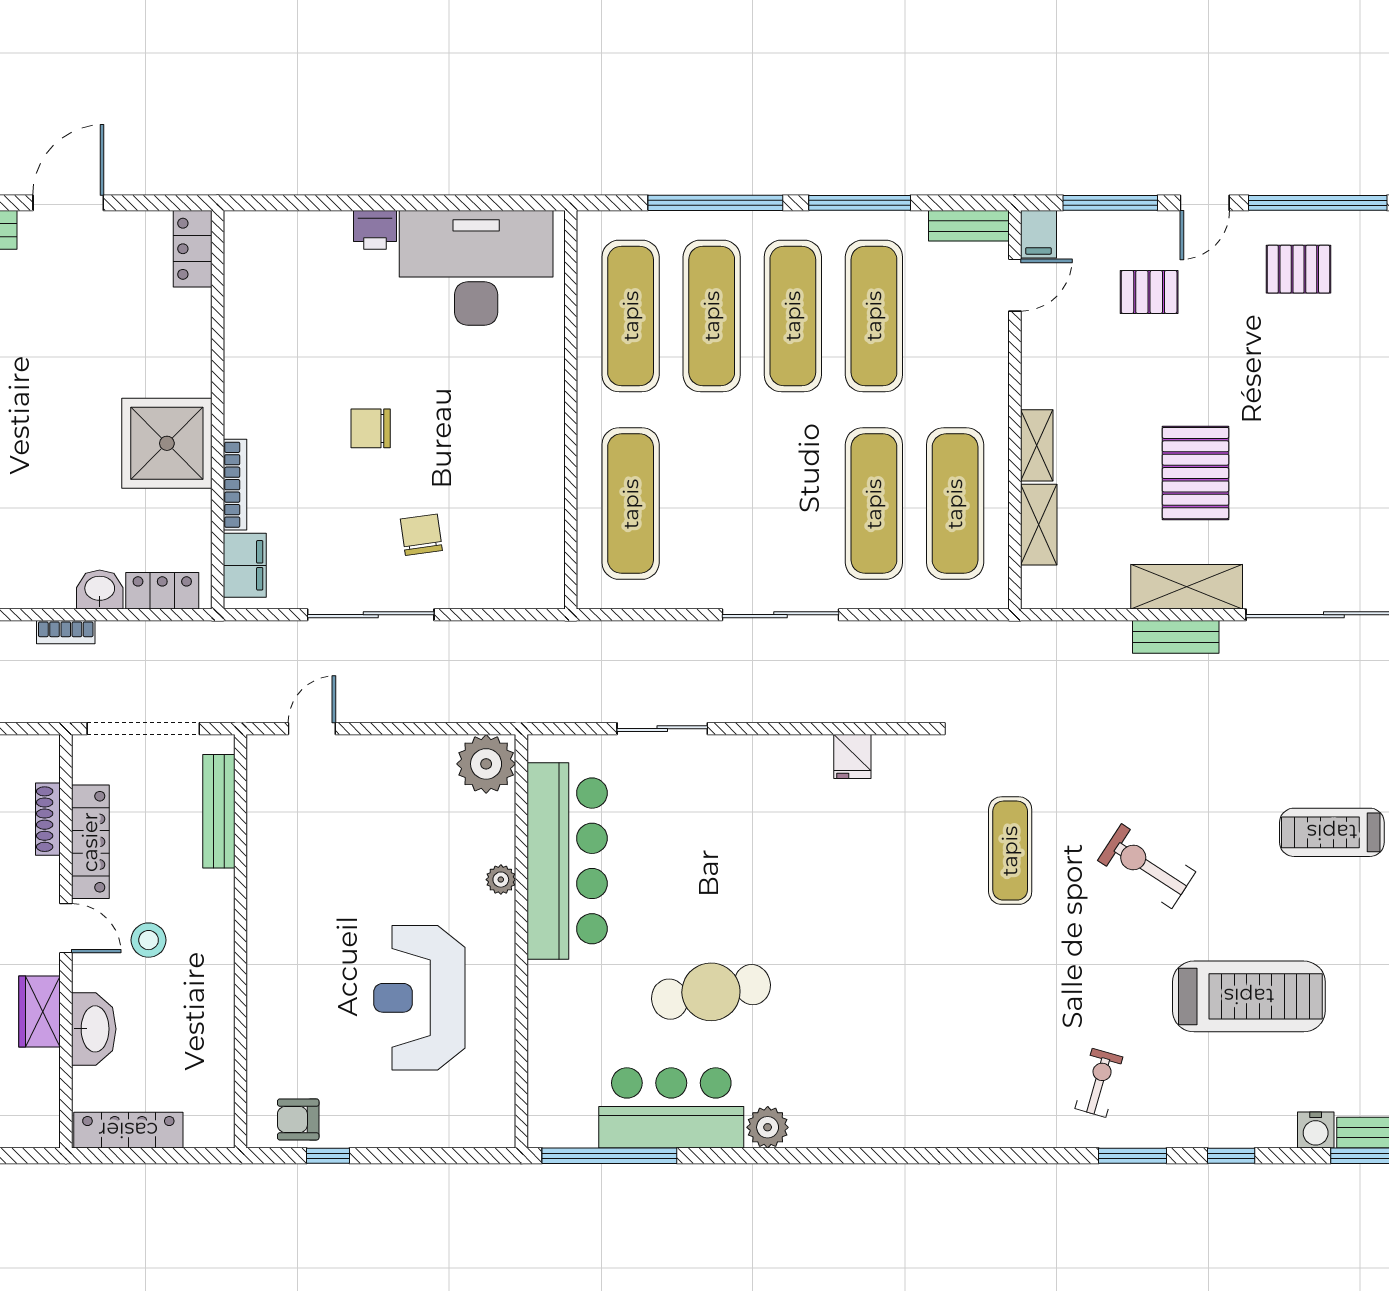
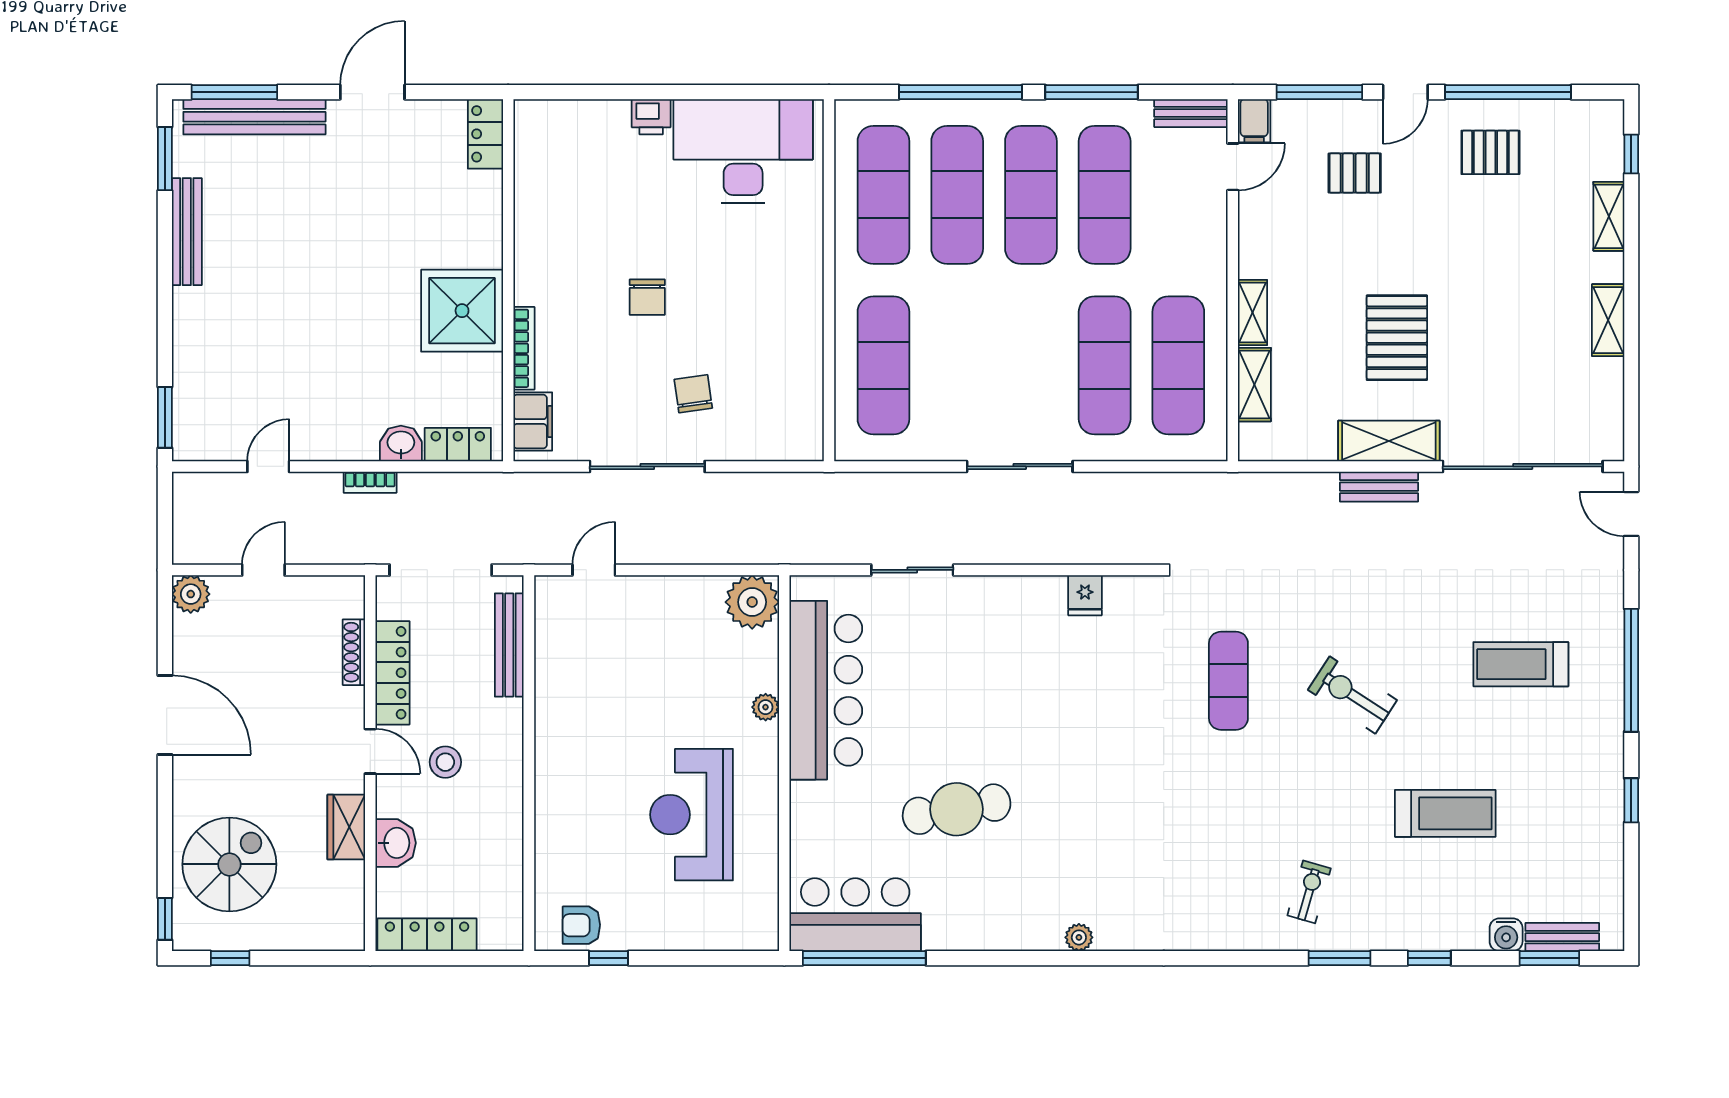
chair: (371, 428) -> (647, 297), turned -90
treadmill: (1249, 996) -> (1445, 813), width x0.73, depth x0.73
washbasin: (94, 1029) -> (396, 843), width x0.72
bar counter: (671, 1108) -> (855, 915), moved
plant: (768, 1127) -> (1079, 937), moved, width x0.73, depth x0.73

